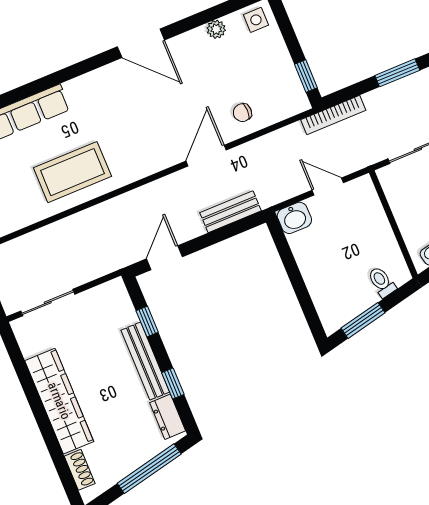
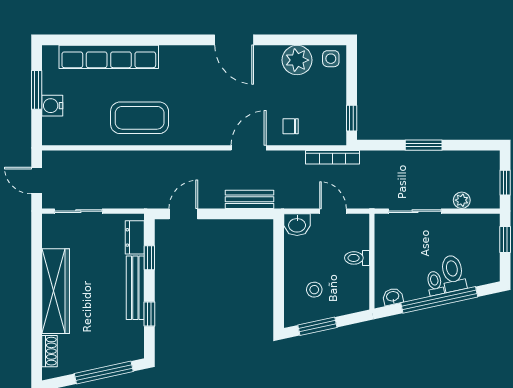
plant: (216, 29) -> (297, 60), width x1.87, depth x1.87
bookcase: (333, 115) -> (332, 157), moved
stool: (343, 282) -> (314, 290), added
toilet: (382, 282) -> (357, 258), moved, turned -78
dresser: (168, 417) -> (135, 237), moved

